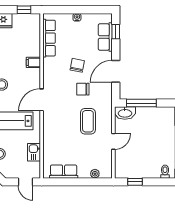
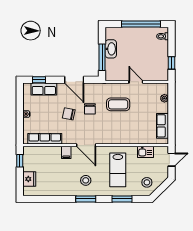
door: (42, 100) -> (86, 145), moved
washbasin: (125, 113) -> (111, 49), moved

